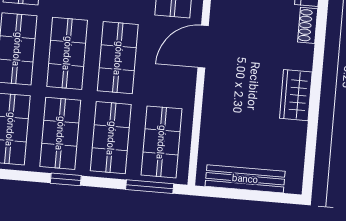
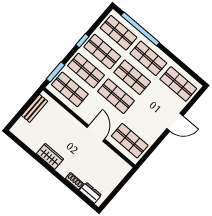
bench: (245, 179) -> (35, 108), width x0.73

